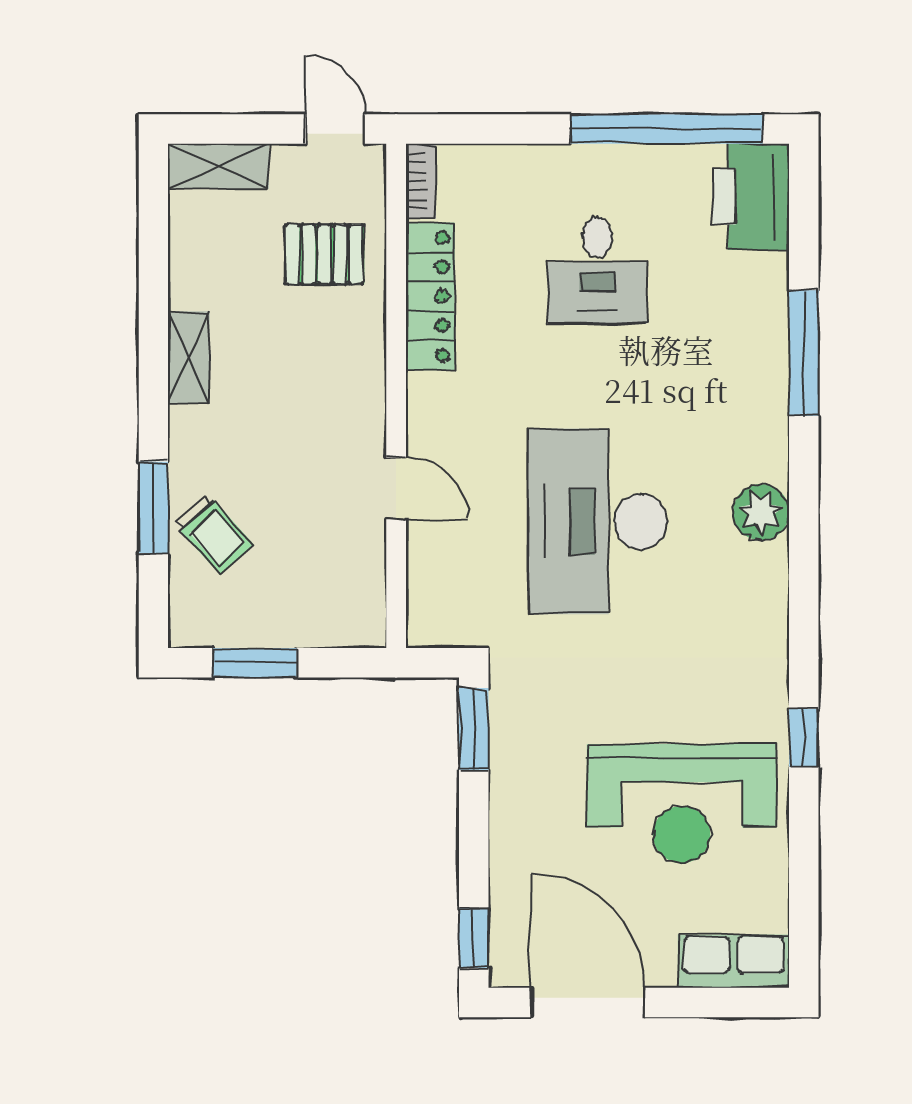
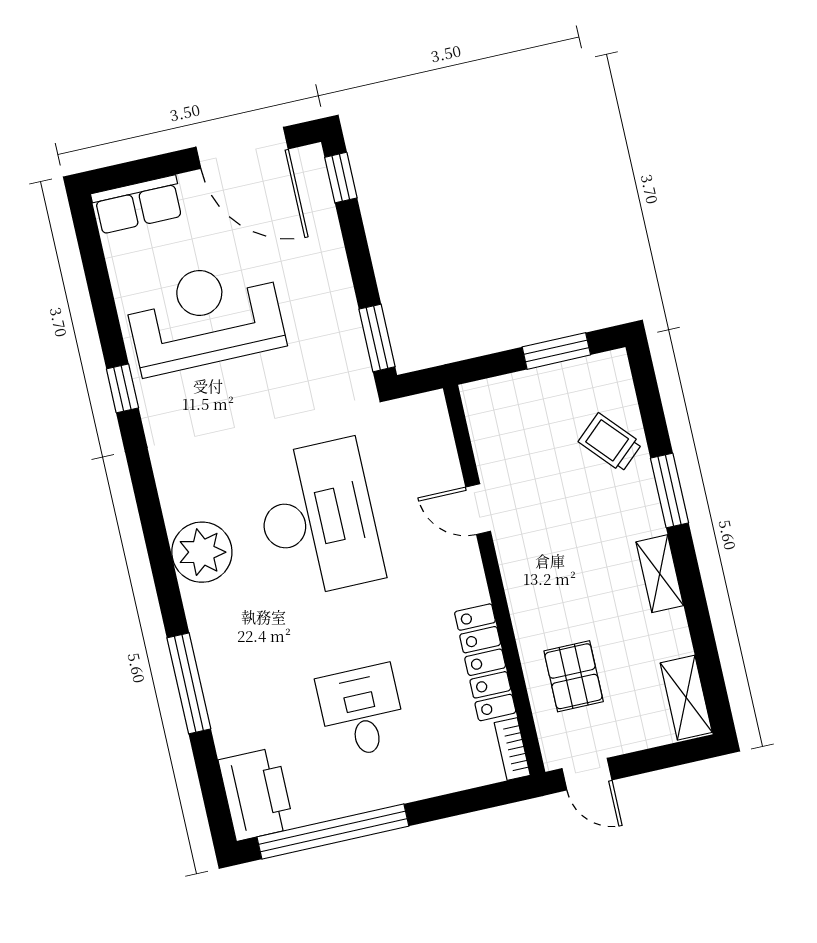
shelving: (218, 166) -> (686, 698), moved, turned 90
pallet: (324, 254) -> (574, 676), turned 90
window: (153, 507) -> (669, 490), moved
plant: (761, 512) -> (202, 552), width x1.36, depth x1.36

